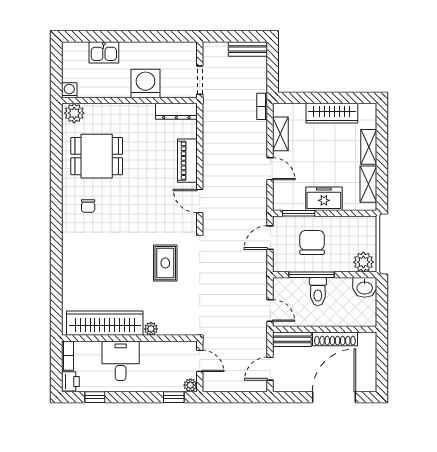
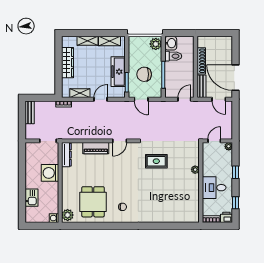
freezer: (324, 199) -> (118, 72), width x1.40
toilet: (318, 292) -> (173, 56), moved
wardrobe: (105, 323) -> (192, 197), removed
window: (174, 397) -> (236, 172), moved
door: (334, 397) -> (236, 78), moved

